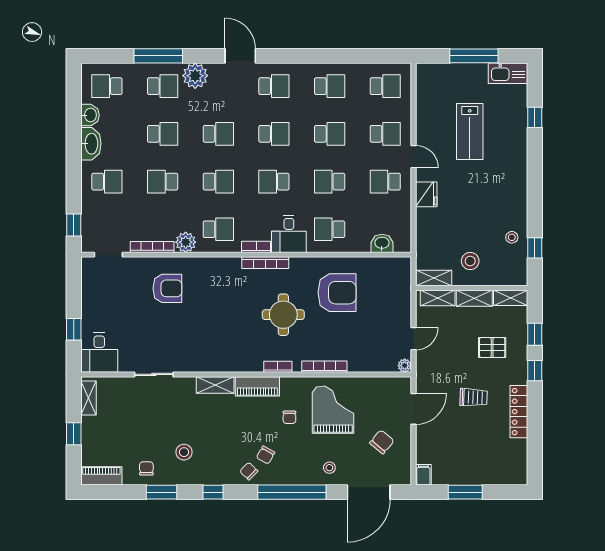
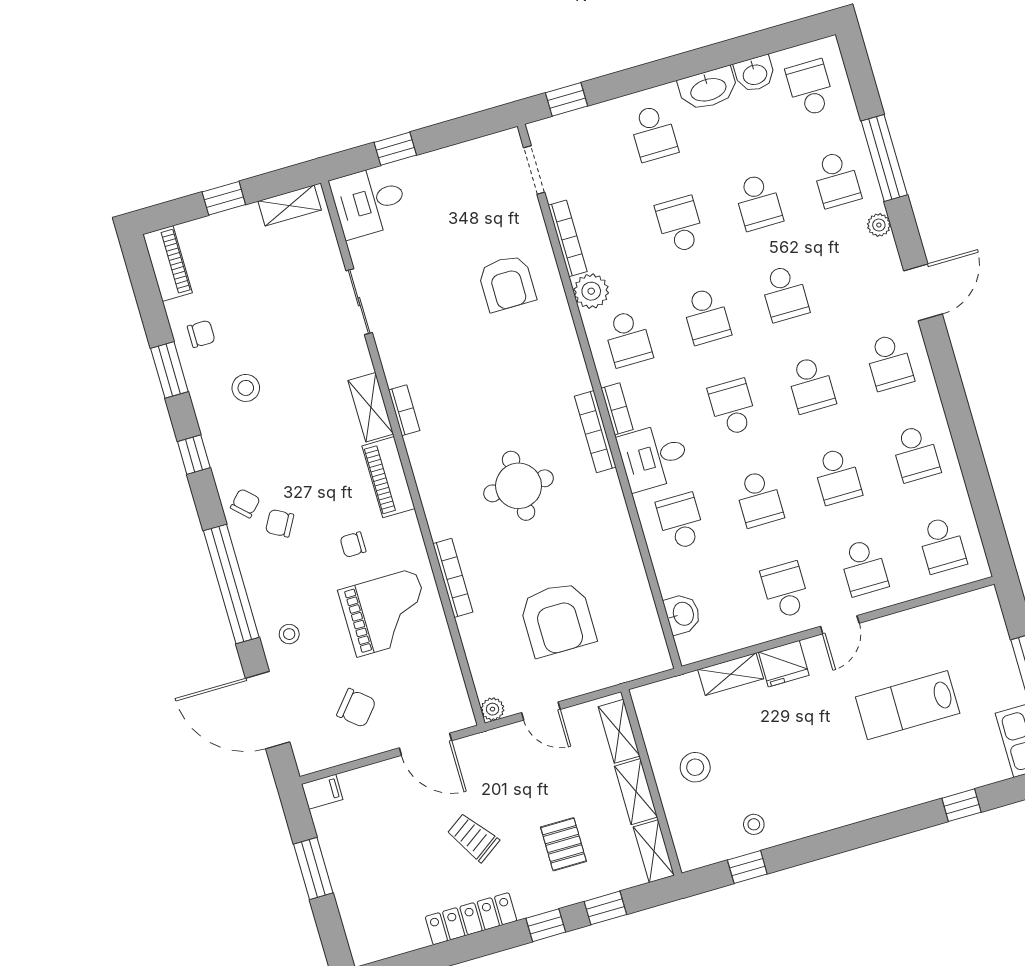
plant: (195, 76) -> (879, 225), width x0.53, depth x0.53
school desk: (330, 182) -> (759, 499), turned 180
shelving: (434, 278) -> (731, 674), moved, turned 90
armchair: (337, 293) -> (558, 619), moved
bookcase: (278, 367) -> (404, 410), moved
trolley: (474, 397) -> (473, 837), turned 143

